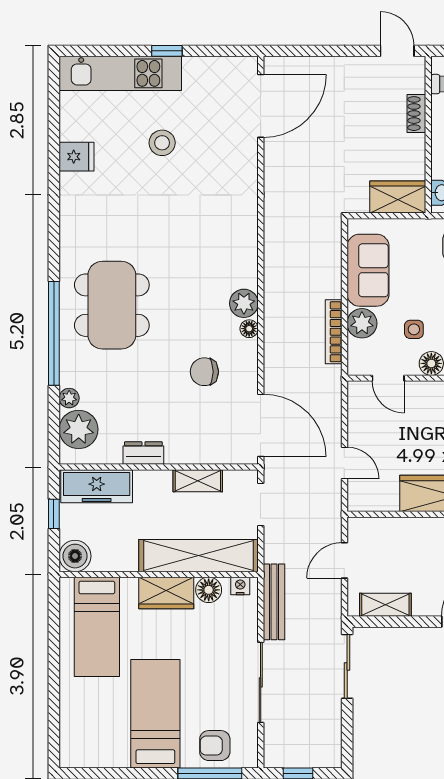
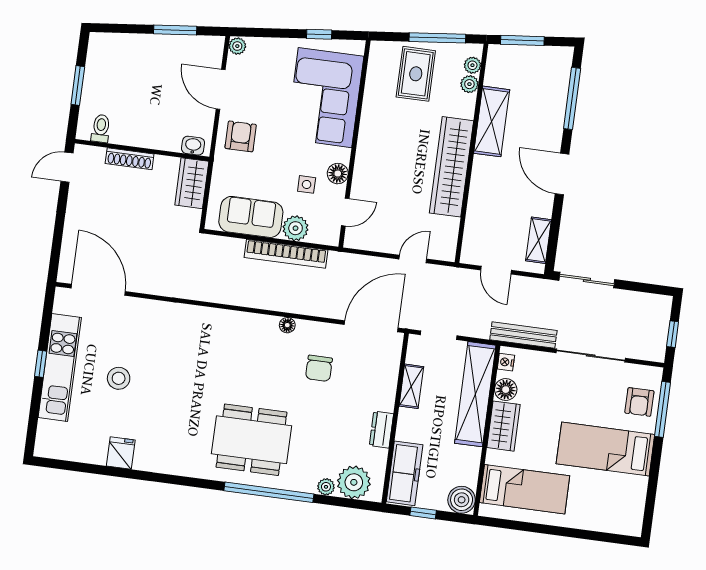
kitchen unit: (120, 73) -> (60, 368), moved
shoe rack: (416, 114) -> (130, 159), width x1.43
plant: (244, 303) -> (265, 327), removed
bookcase: (334, 332) -> (286, 254), width x1.48, depth x1.31

